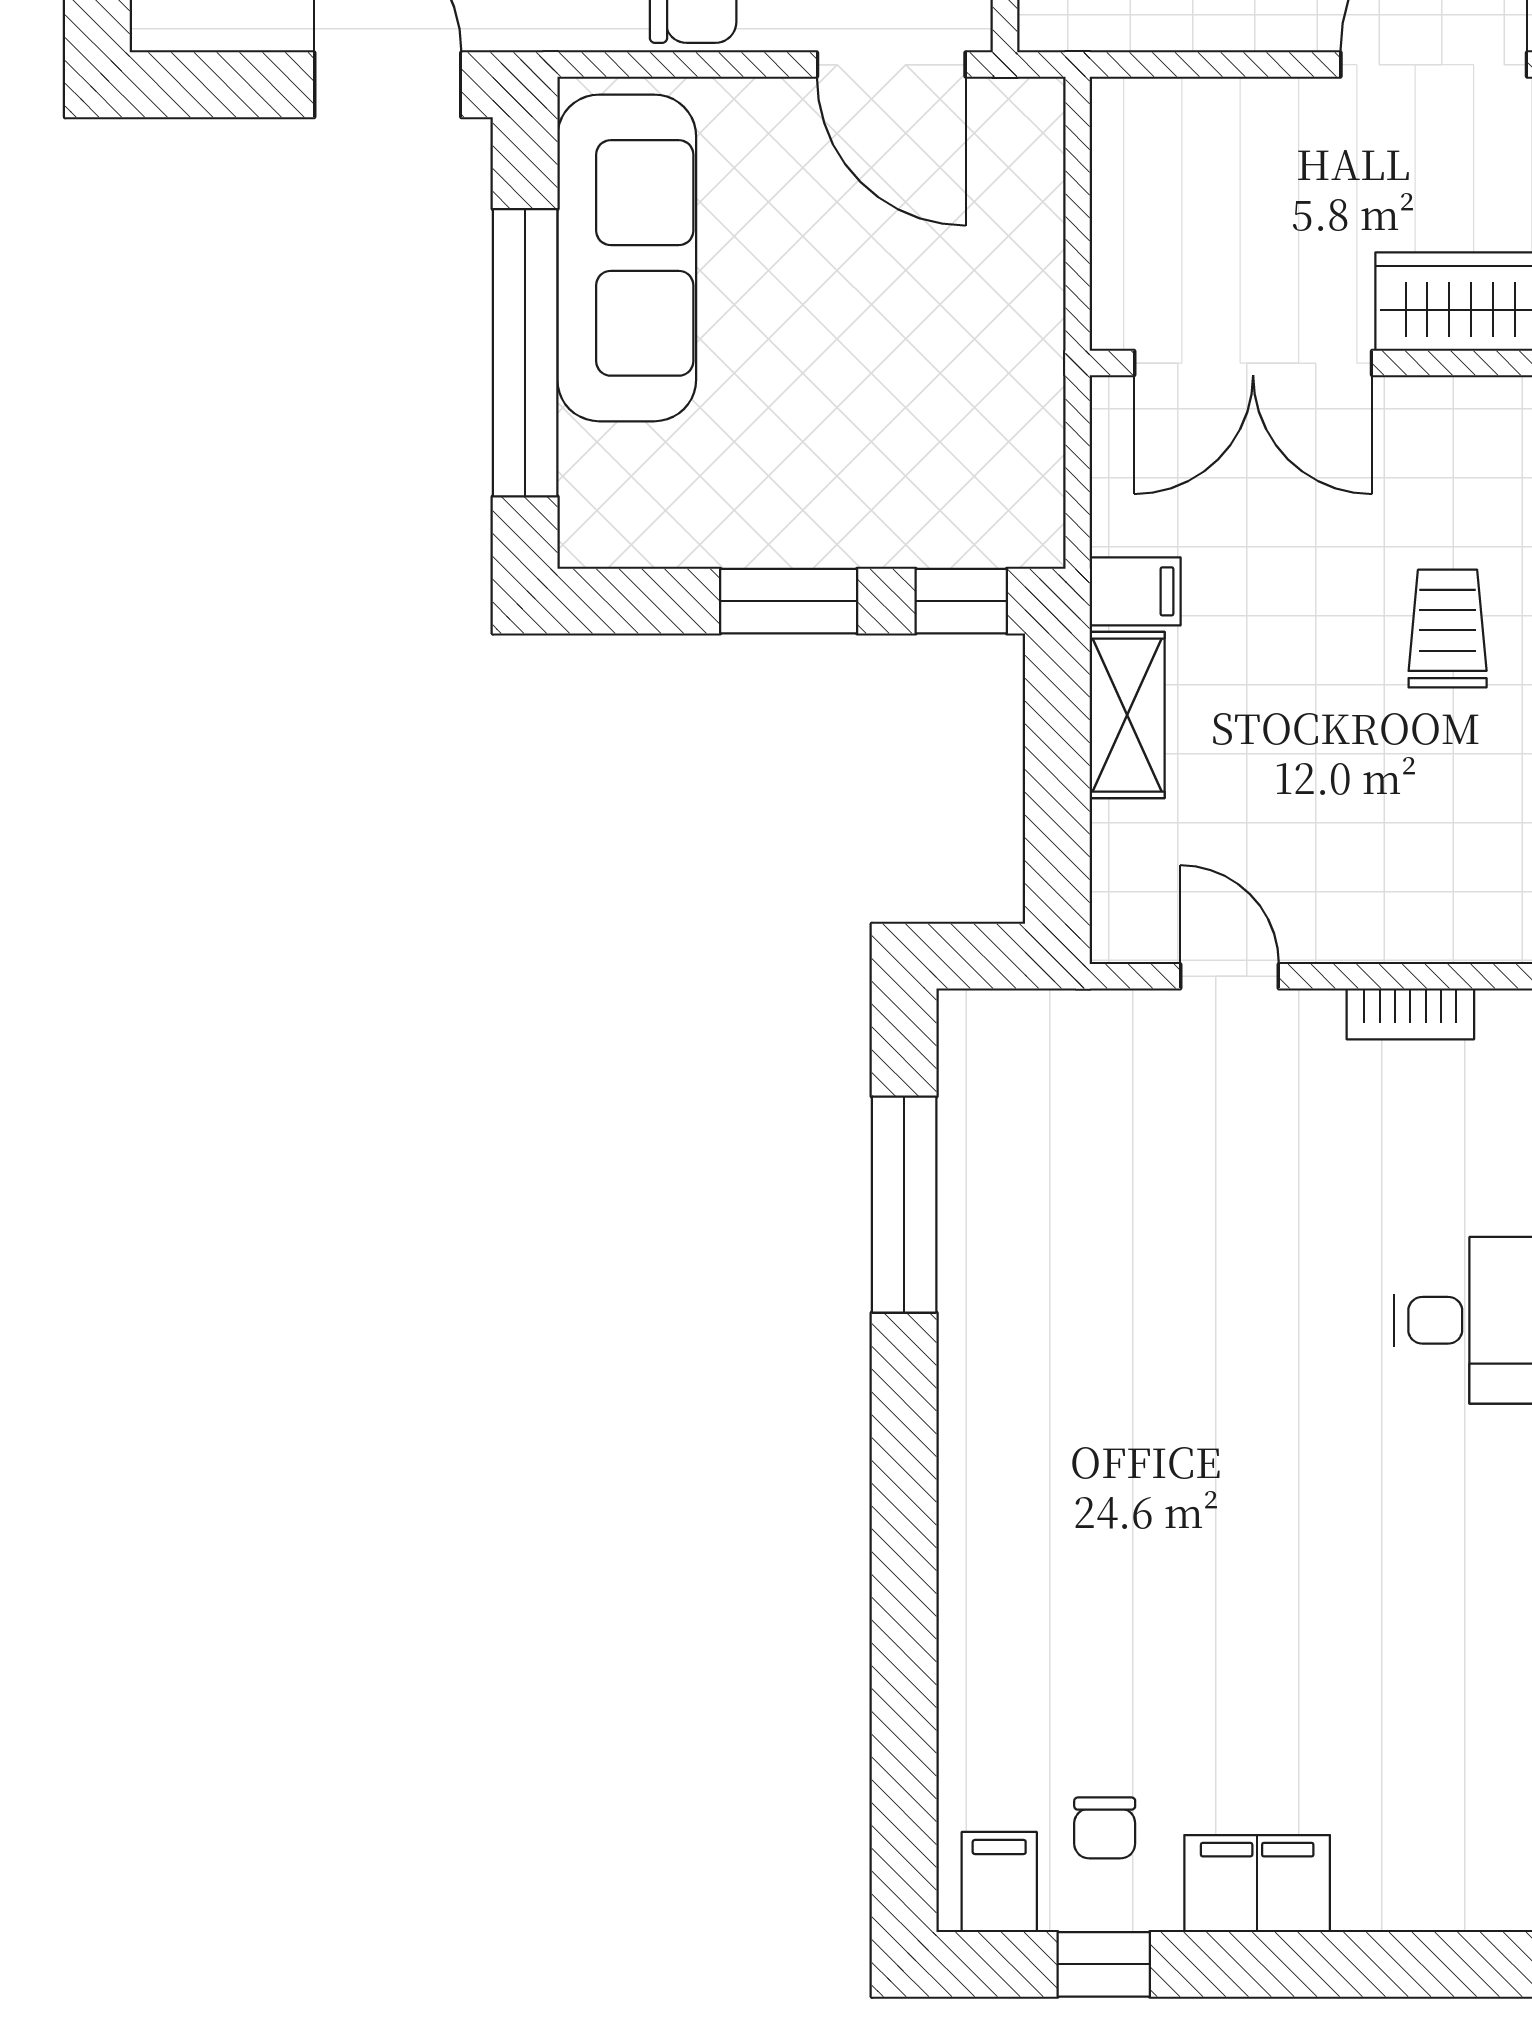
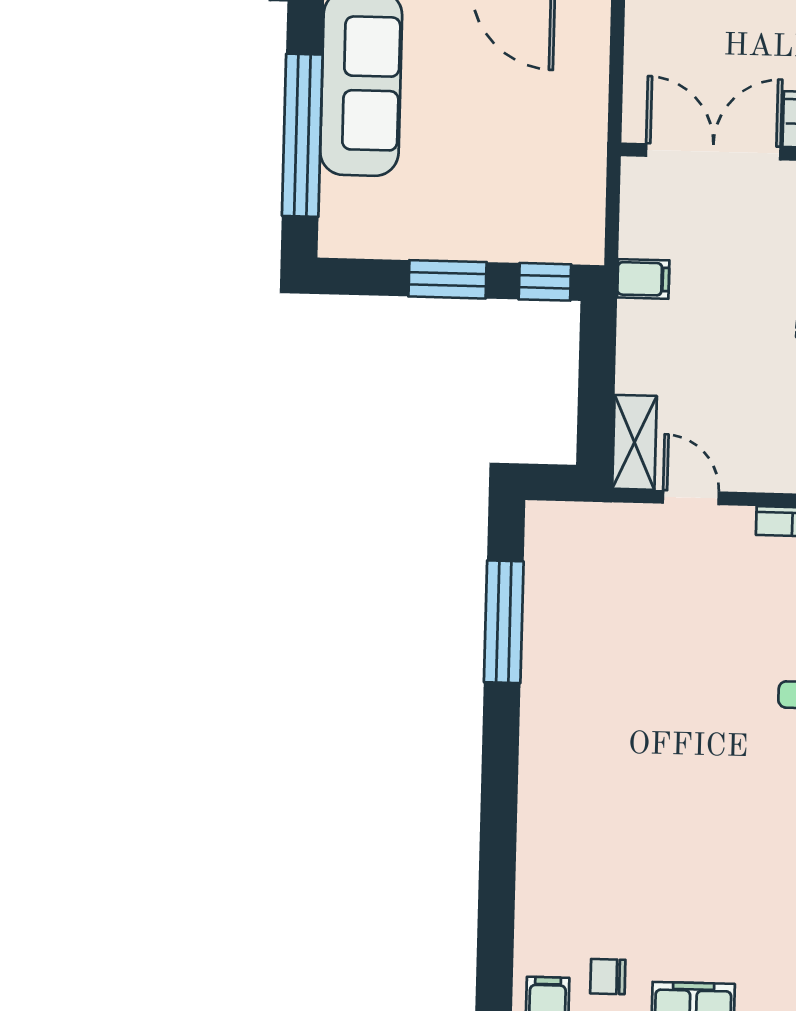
double door: (1253, 363) -> (713, 152), swing flipped
shelving: (1127, 715) -> (634, 442), moved
chair: (1105, 1828) -> (608, 977), turned 90

